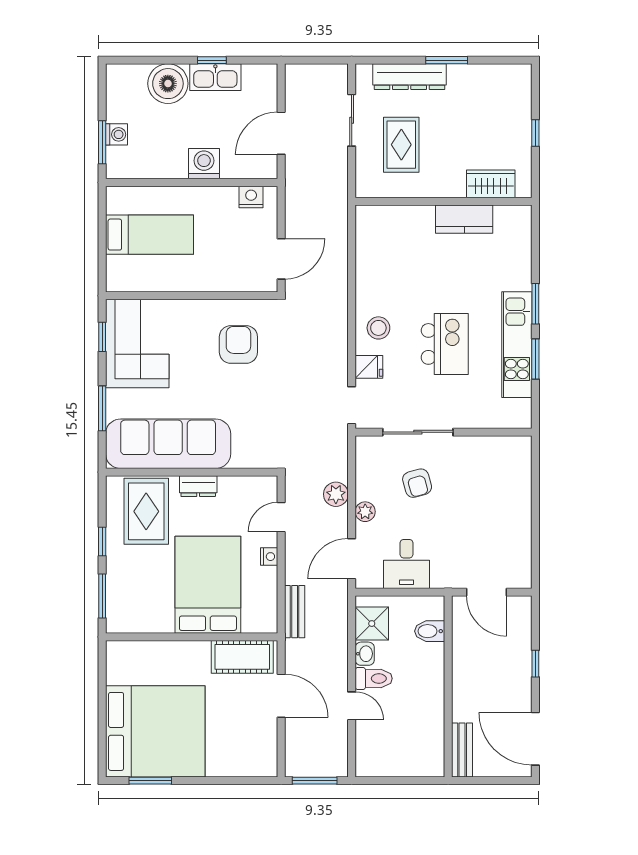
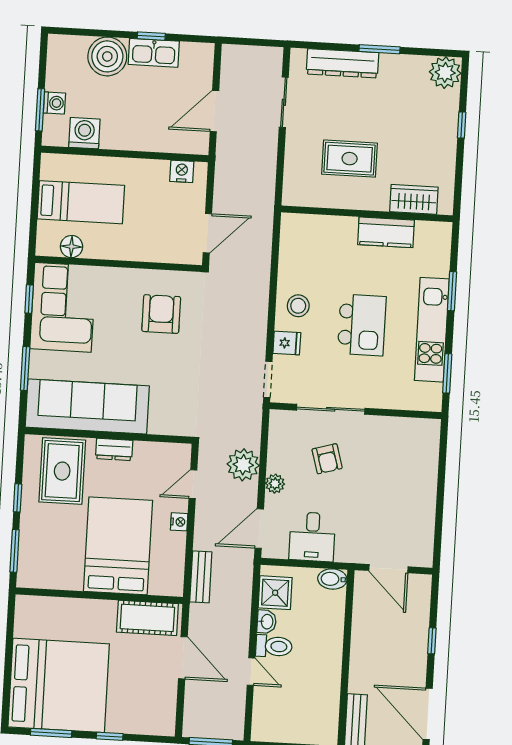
plant: (515, 80) -> (445, 73), added
rug: (401, 145) -> (350, 159), moved, turned 90
washing machine: (204, 164) -> (84, 133), moved
wardrobe: (491, 184) -> (414, 199), moved
wall: (443, 201) -> (367, 214), moved
kitchen counter: (464, 219) -> (386, 232), moved
floor lamp: (142, 281) -> (71, 247), added
window: (535, 359) -> (447, 373), moved
plant: (336, 494) -> (243, 465), width x1.36, depth x1.36
bidet: (430, 631) -> (332, 579), moved
window: (211, 781) -> (110, 736), added

